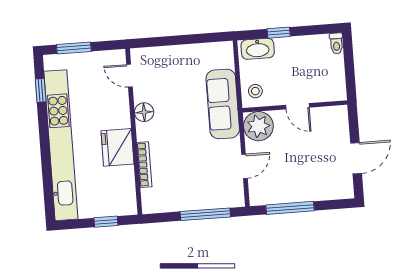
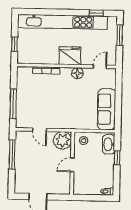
sofa: (223, 104) -> (107, 109), moved, turned -90
fridge: (118, 147) -> (70, 56), moved

